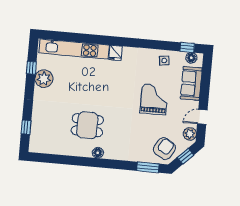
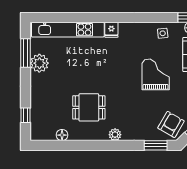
window: (31, 68) -> (25, 53), width x2.17
floor lamp: (98, 153) -> (62, 135), moved
plant: (110, 153) -> (115, 135), added

